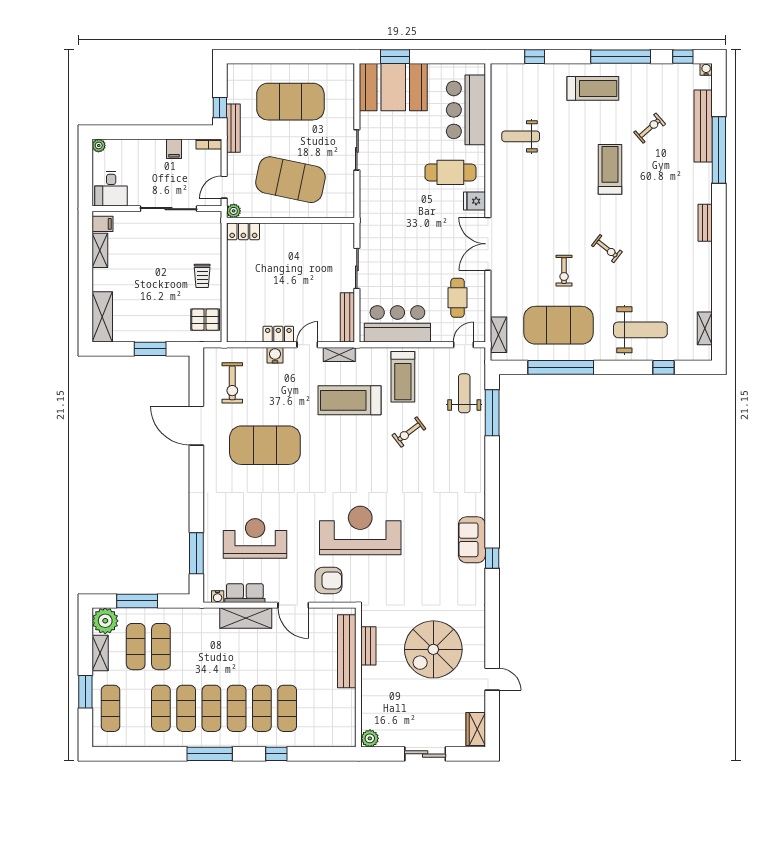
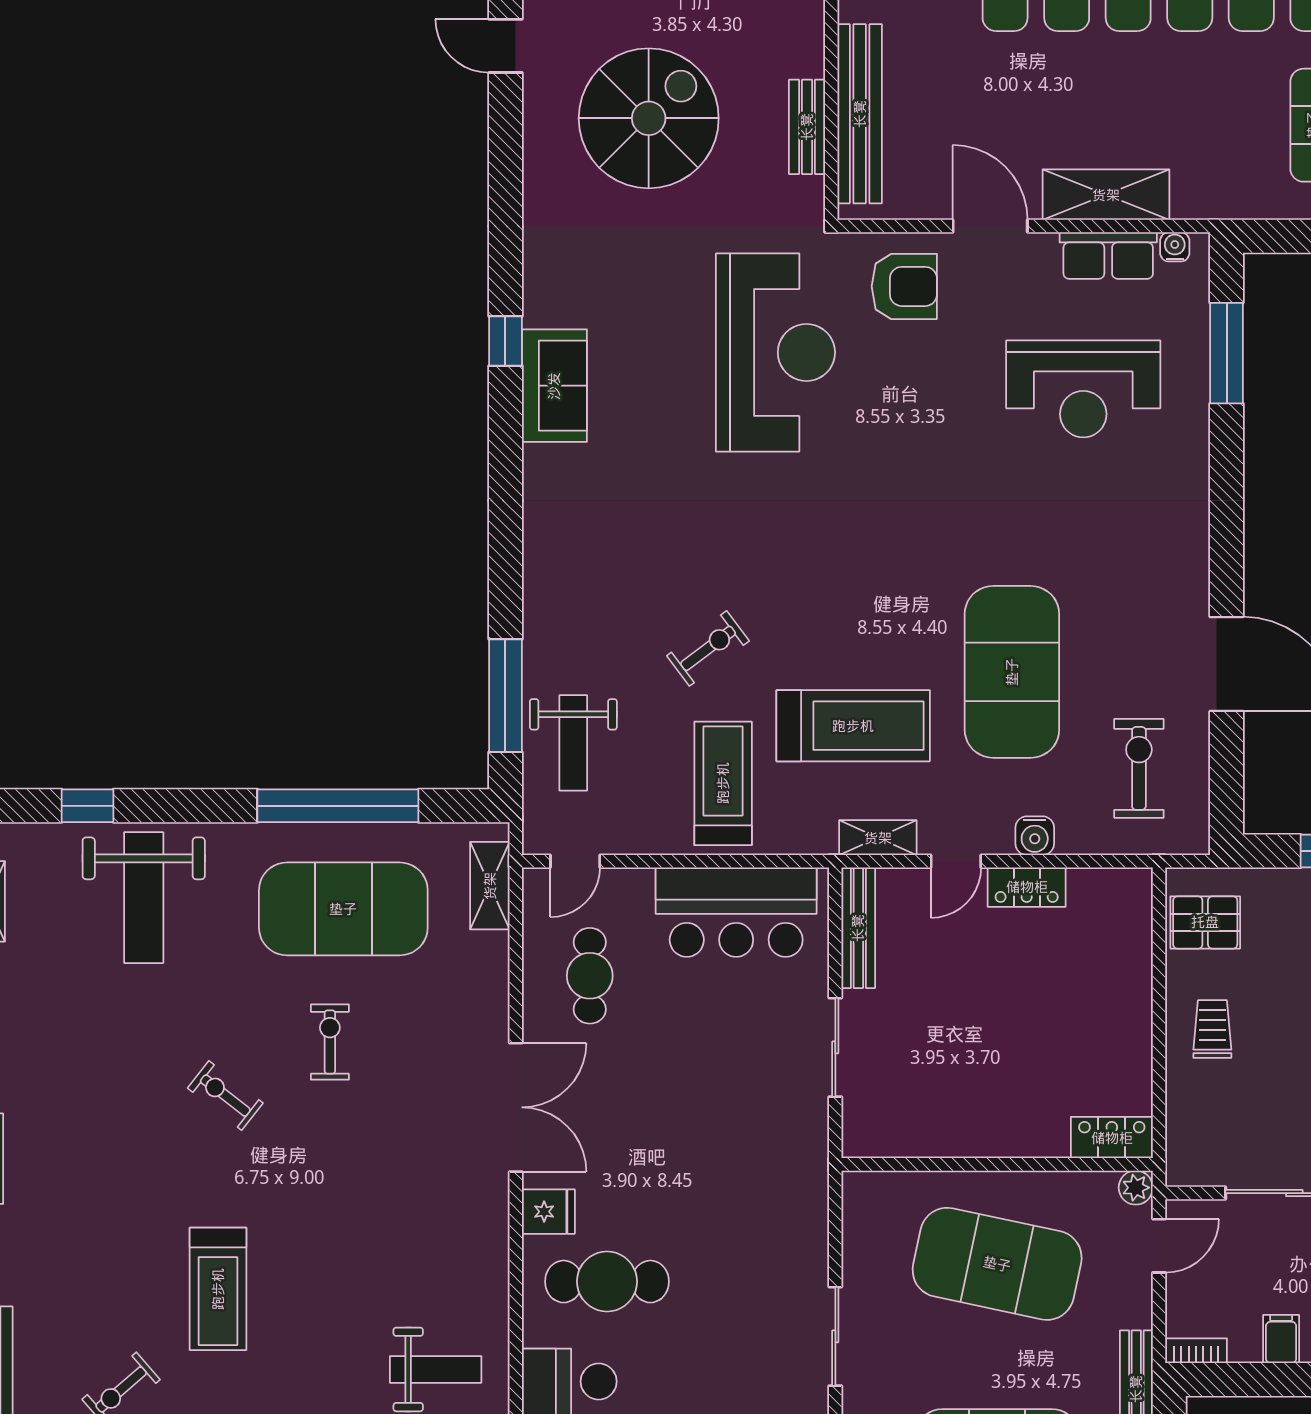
weight bench: (640, 330) -> (144, 898), turned -90
exercise mat: (265, 445) -> (1012, 672), moved, turned 90
reception desk: (360, 530) -> (775, 353), moved, turned -90
armchair: (328, 580) -> (904, 286), turned 180

